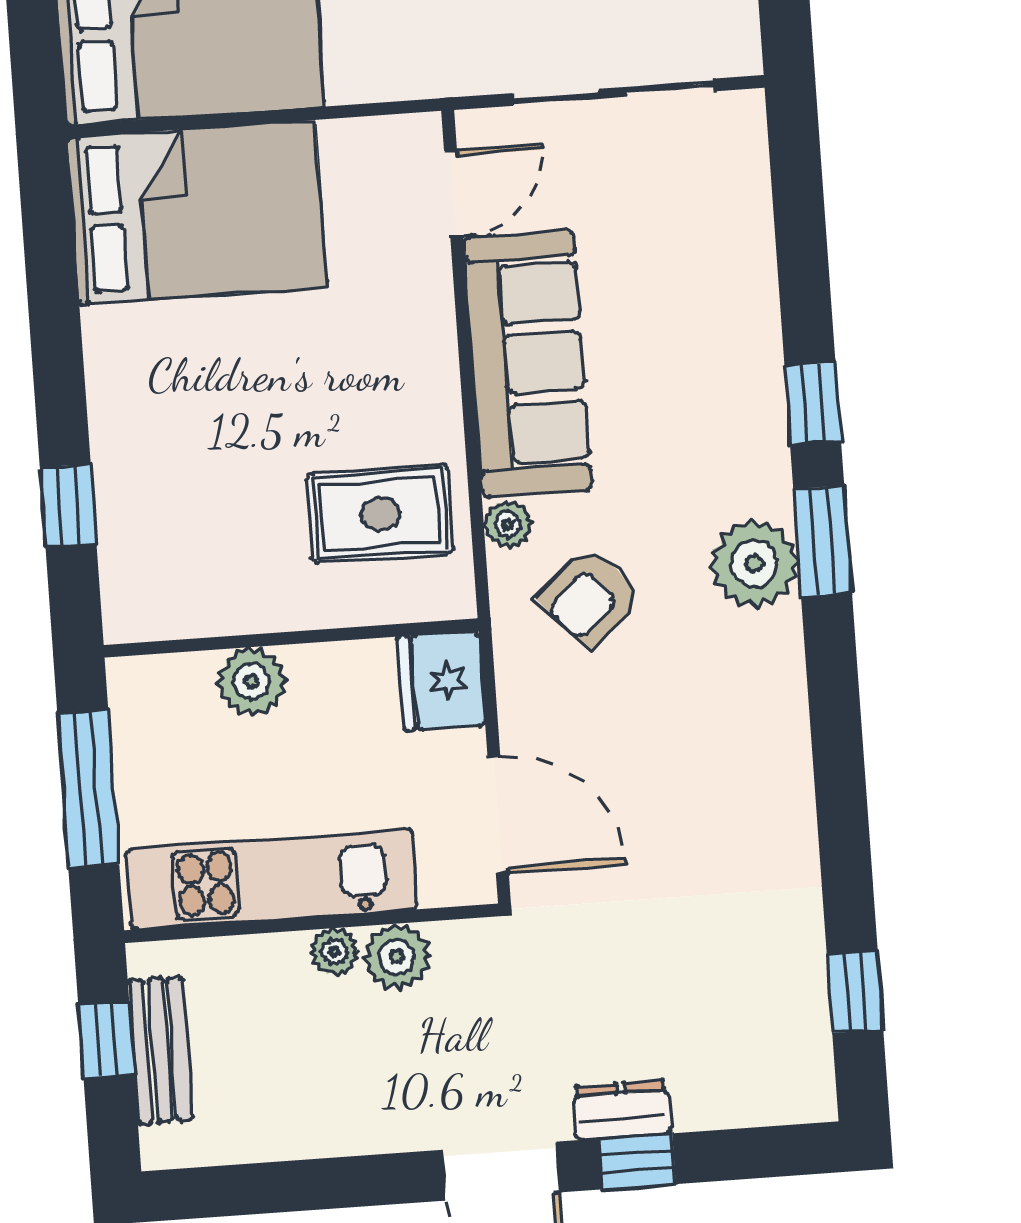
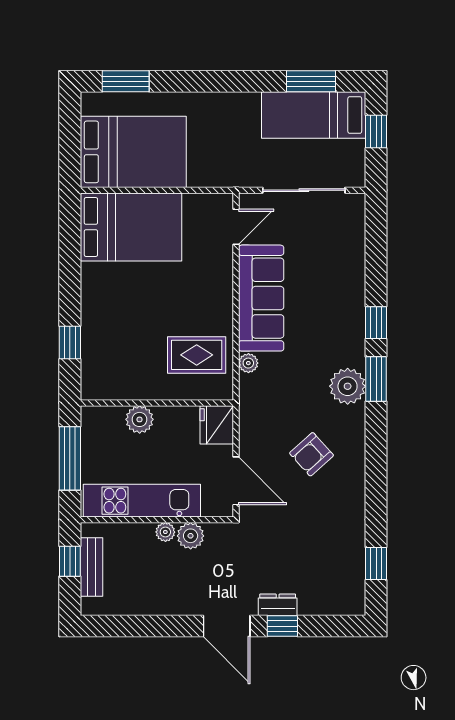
armchair: (590, 597) -> (312, 454), moved

